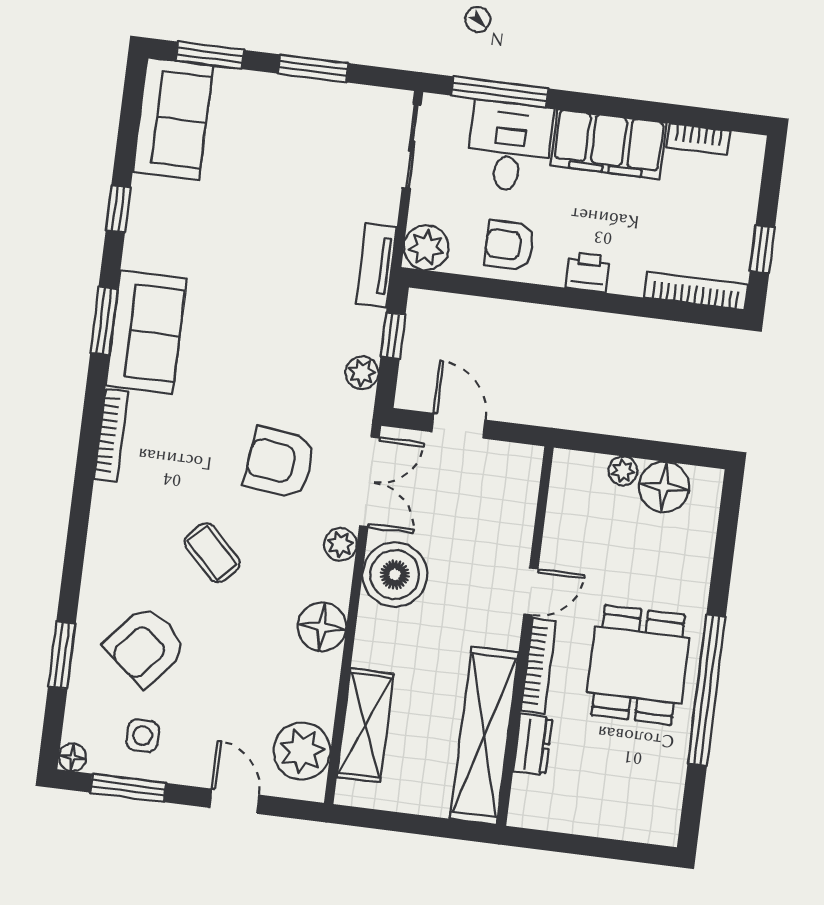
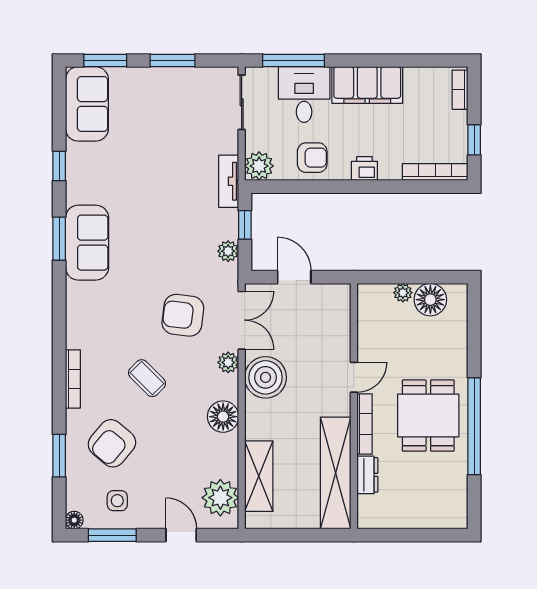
bookcase: (698, 139) -> (460, 90), moved, turned 90
armchair: (510, 245) -> (312, 158), turned 180
bookcase: (111, 435) -> (73, 379), moved

